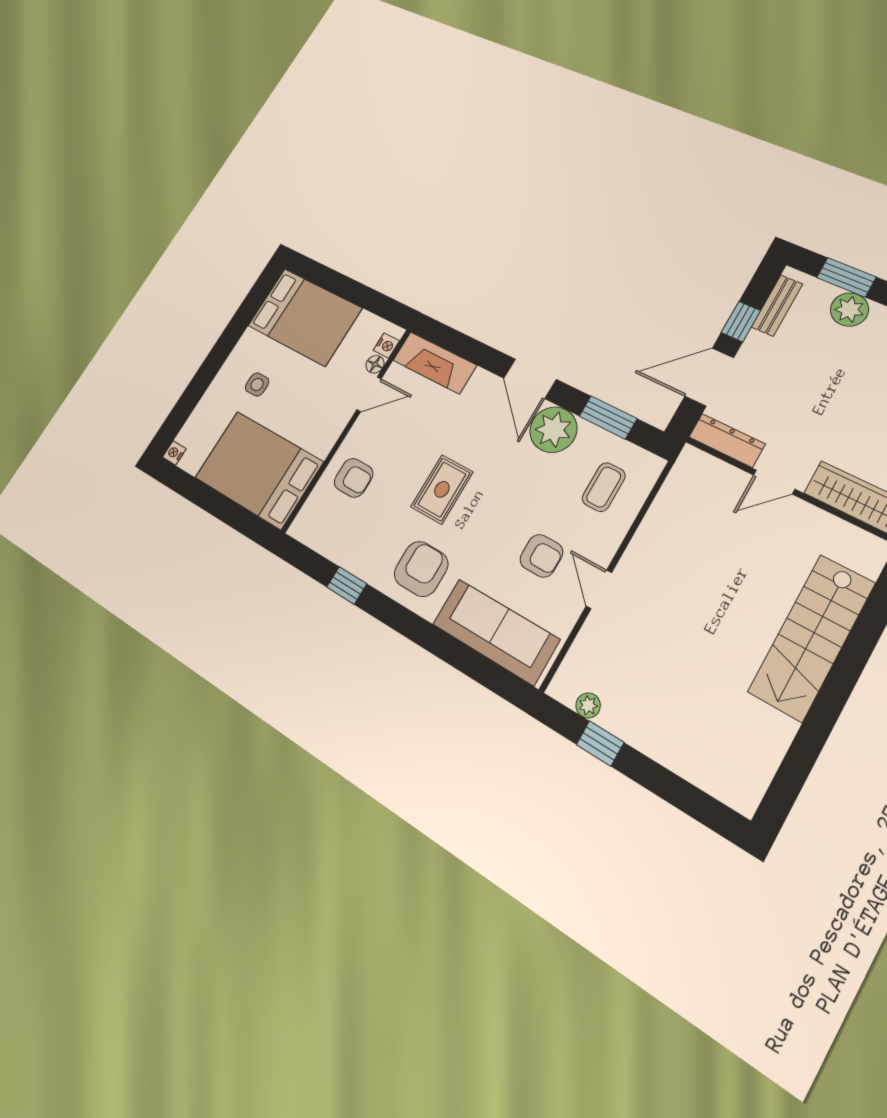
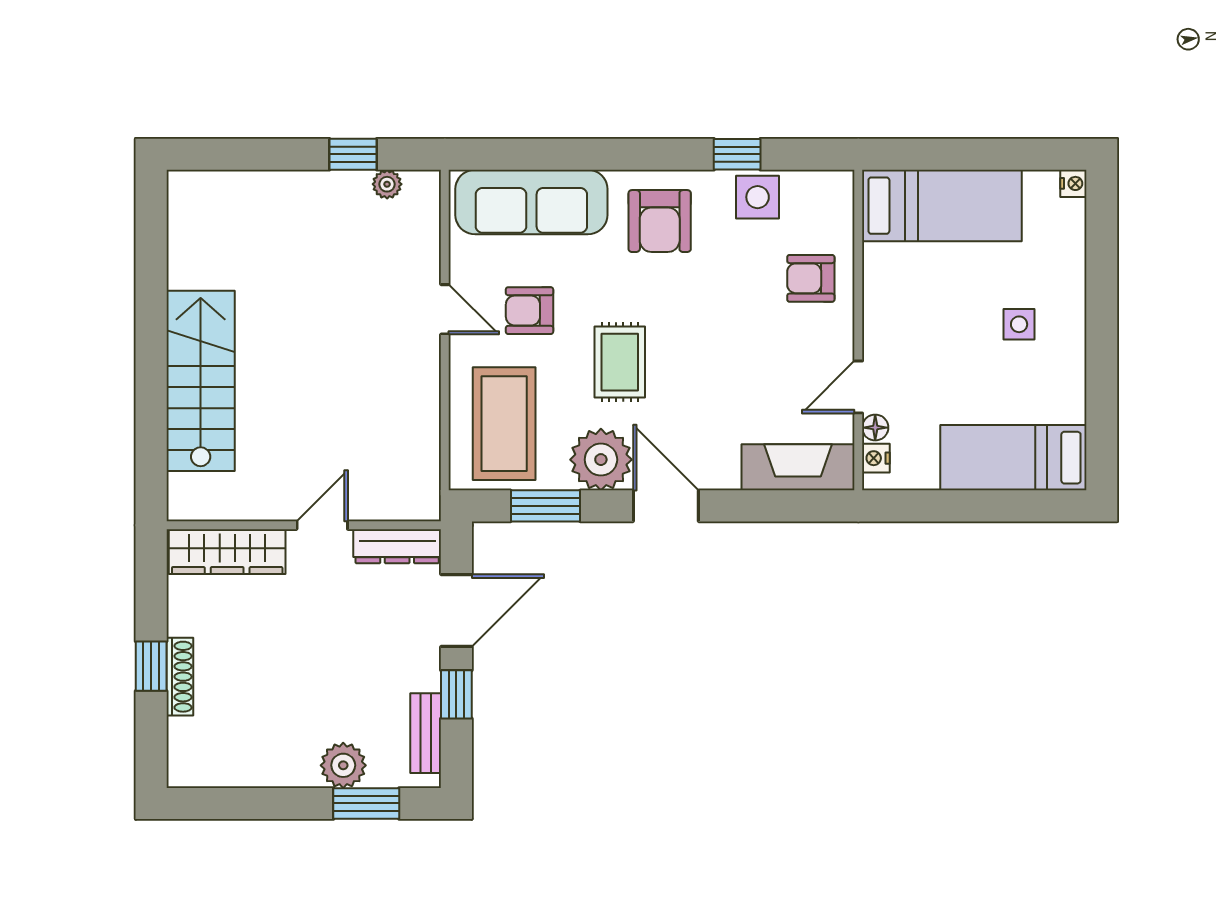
bed: (305, 317) -> (1013, 458), width x0.67
bed: (259, 470) -> (942, 206), width x0.67
coffee table: (604, 487) -> (504, 424), width x1.86, depth x1.72
rug: (442, 489) -> (620, 362), moved
side table: (352, 549) -> (758, 197), added

